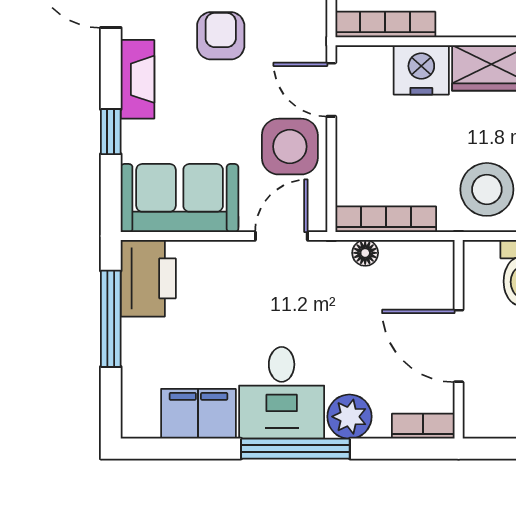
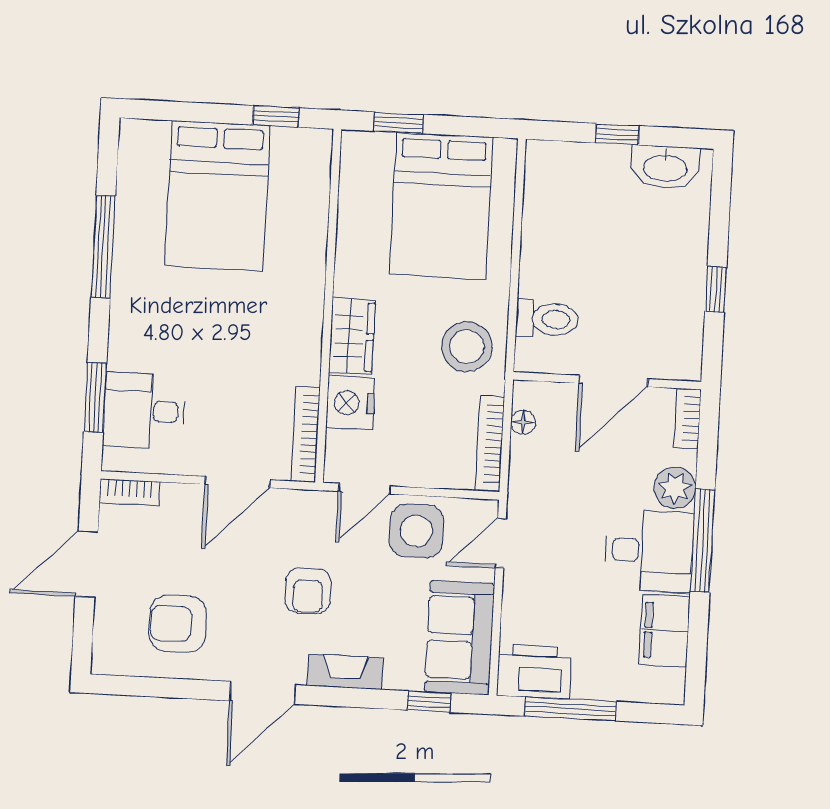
armchair: (221, 36) -> (308, 591), turned -90
window: (111, 132) -> (429, 702), moved
door: (281, 236) -> (501, 543), hinge flipped
floor lamp: (365, 253) -> (523, 422), moved

